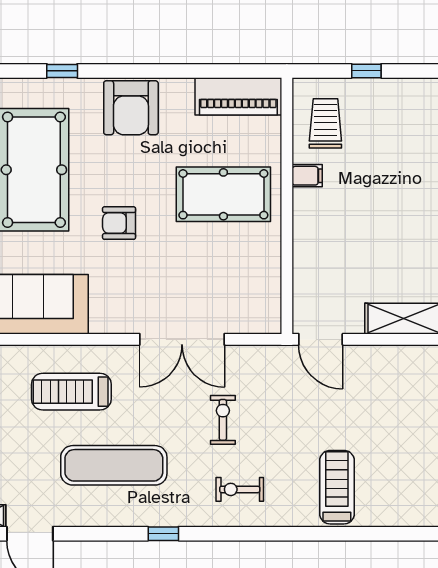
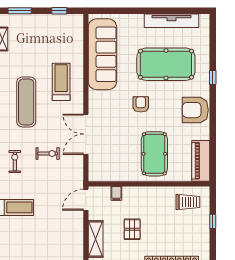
filing cabinet: (307, 176) -> (116, 193), moved
pallet: (383, 241) -> (132, 229), added

